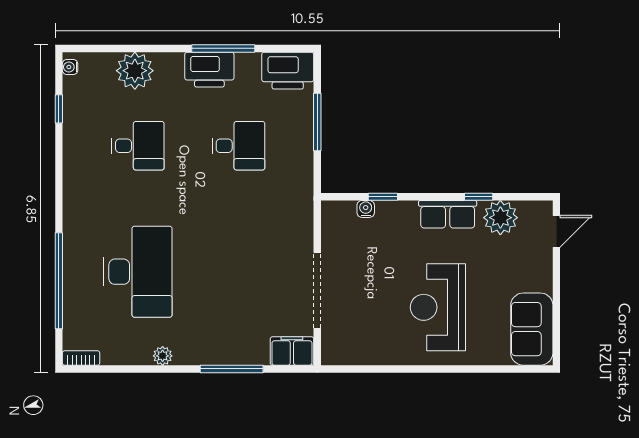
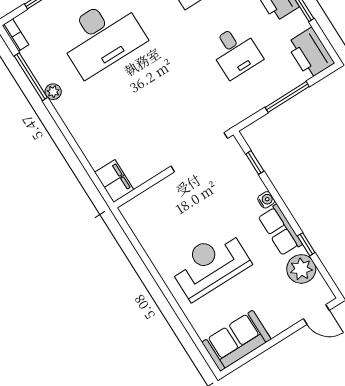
window: (383, 197) -> (255, 163), moved
water cooler: (366, 209) -> (266, 200), moved
doorway: (317, 290) -> (199, 152), moved
window: (232, 369) -> (31, 77), moved

